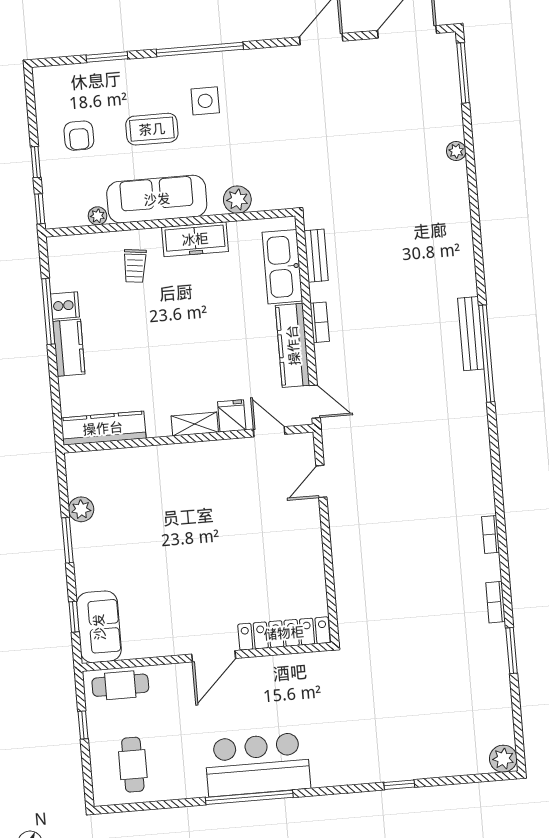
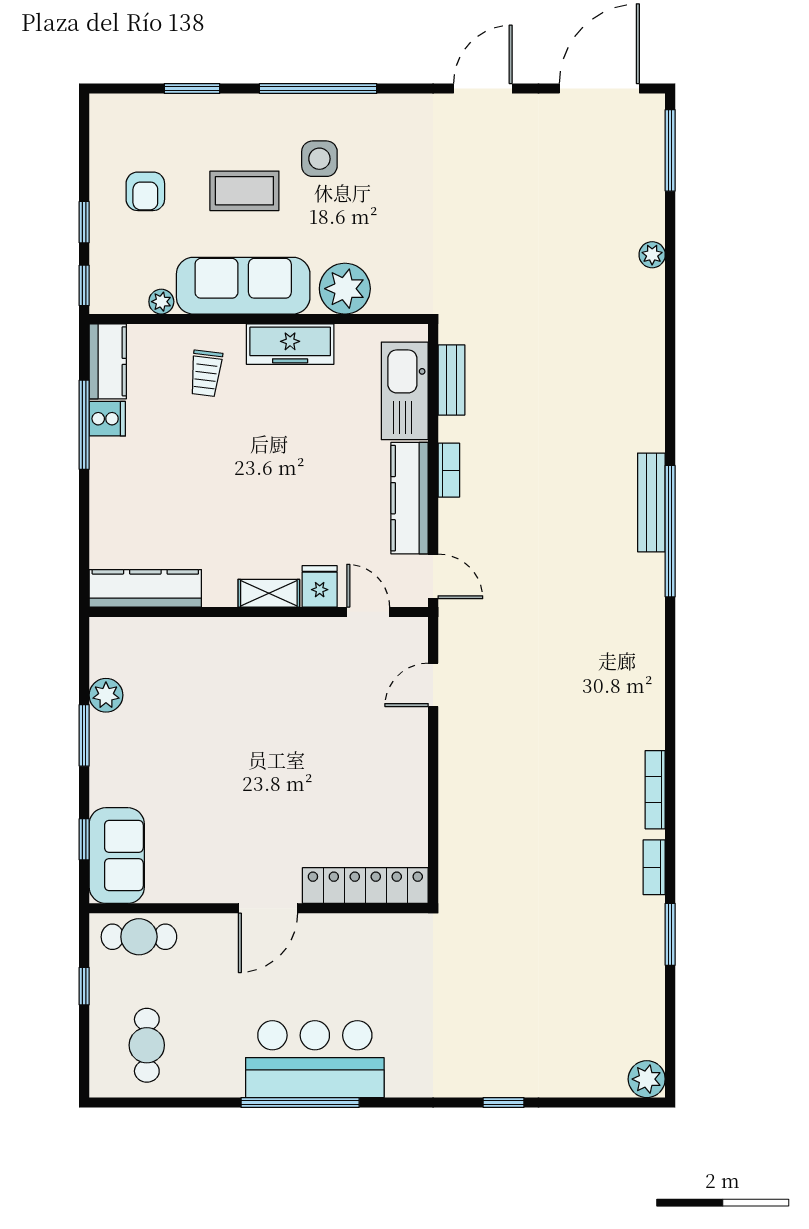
plant: (237, 200) -> (345, 289), width x1.36, depth x1.36
kitchen counter: (69, 348) -> (108, 361), moved
bookcase: (491, 535) -> (655, 790), width x1.56

